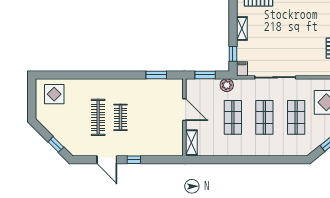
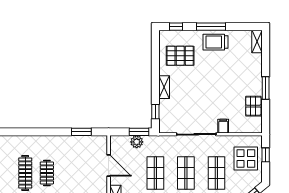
filing cabinet: (242, 69) -> (223, 126), moved
window: (205, 75) -> (139, 132), moved
plant: (227, 85) -> (137, 142), moved

